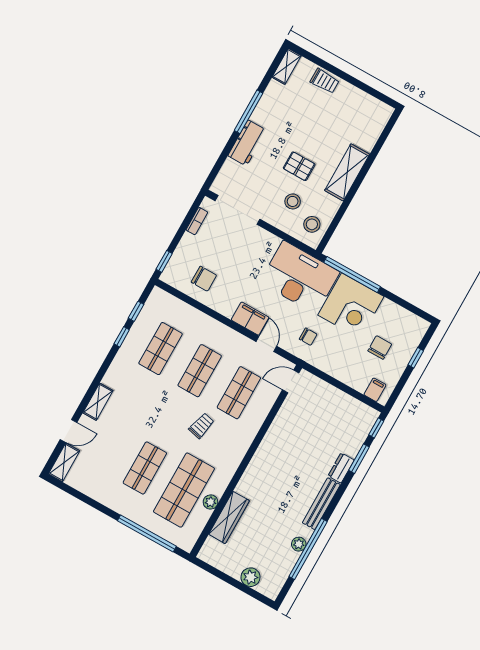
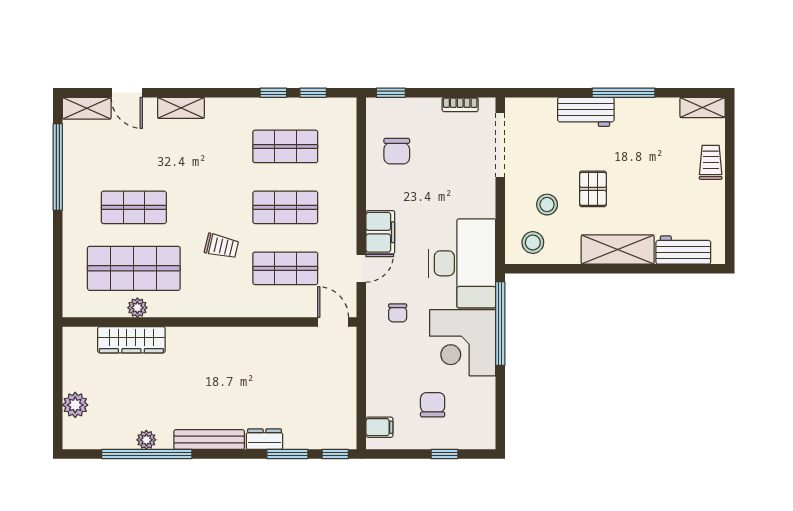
trolley: (325, 81) -> (711, 162), turned 180
workbench: (371, 130) -> (683, 250), added
chair: (380, 347) -> (433, 405), turned -90
window: (147, 534) -> (58, 167), moved

